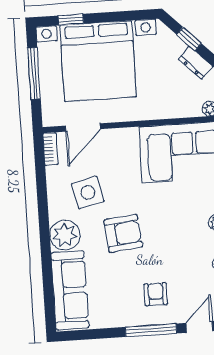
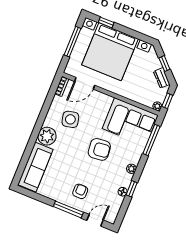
armchair: (123, 233) -> (99, 149), moved

